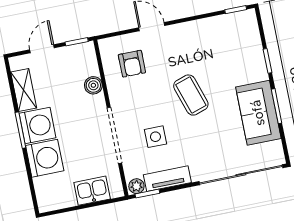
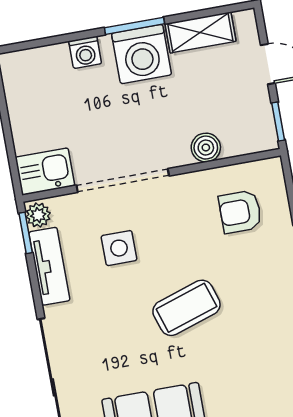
washing machine: (45, 158) -> (85, 52), width x0.53, depth x0.53
kitchen sink: (92, 191) -> (45, 171), moved, turned -90

